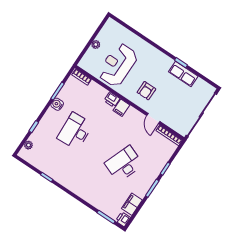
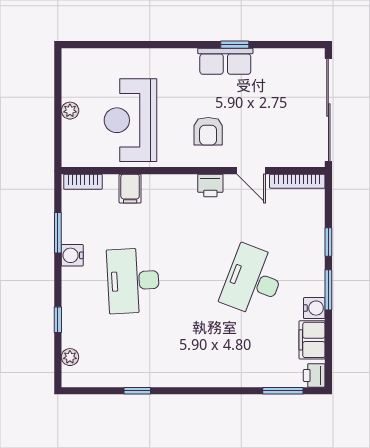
row of seats: (183, 74) -> (225, 61), moved
printer: (112, 100) -> (210, 186), moved
filing cabinet: (121, 108) -> (130, 189), moved
water cooler: (141, 192) -> (314, 308), added

